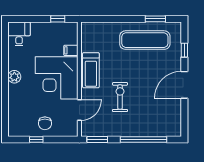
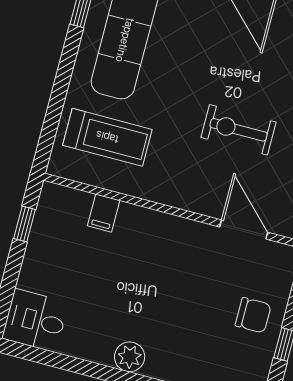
treadmill: (91, 70) -> (107, 137), moved
corner desk: (57, 78) -> (157, 262), removed

